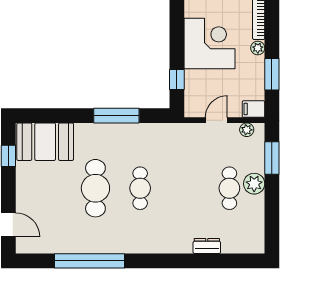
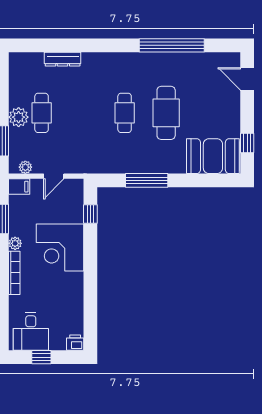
dresser: (207, 246) -> (63, 59), width x1.44

